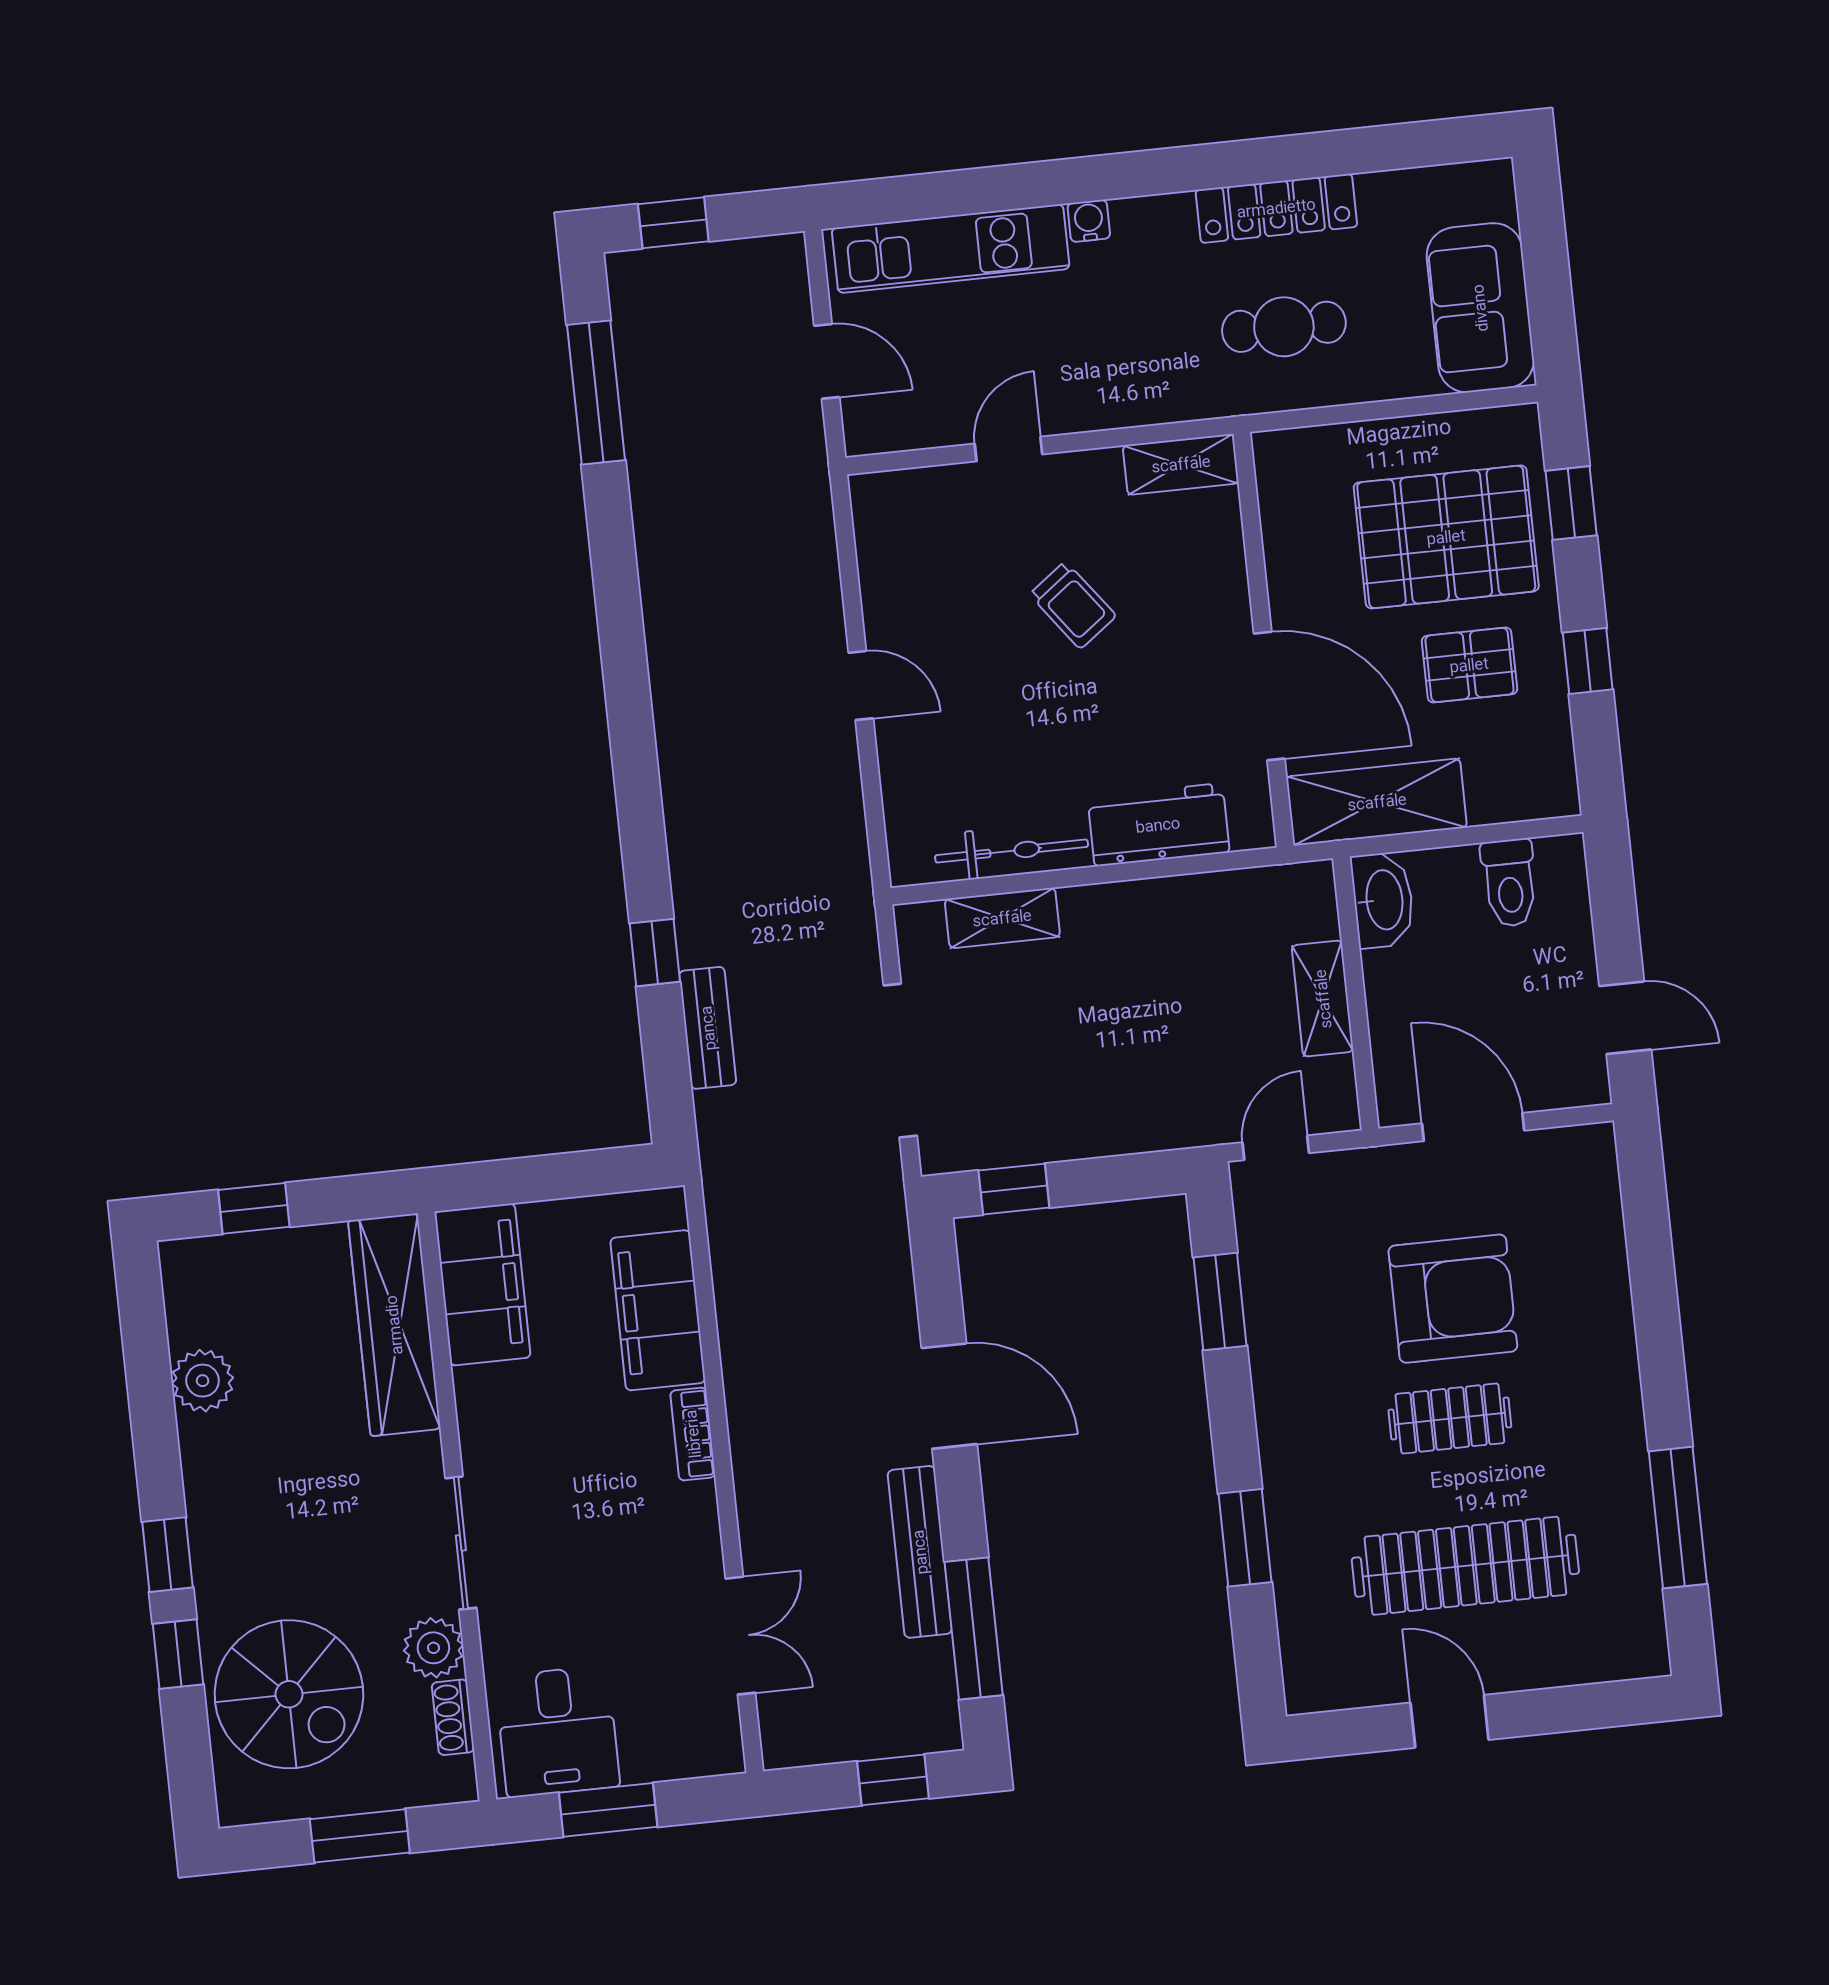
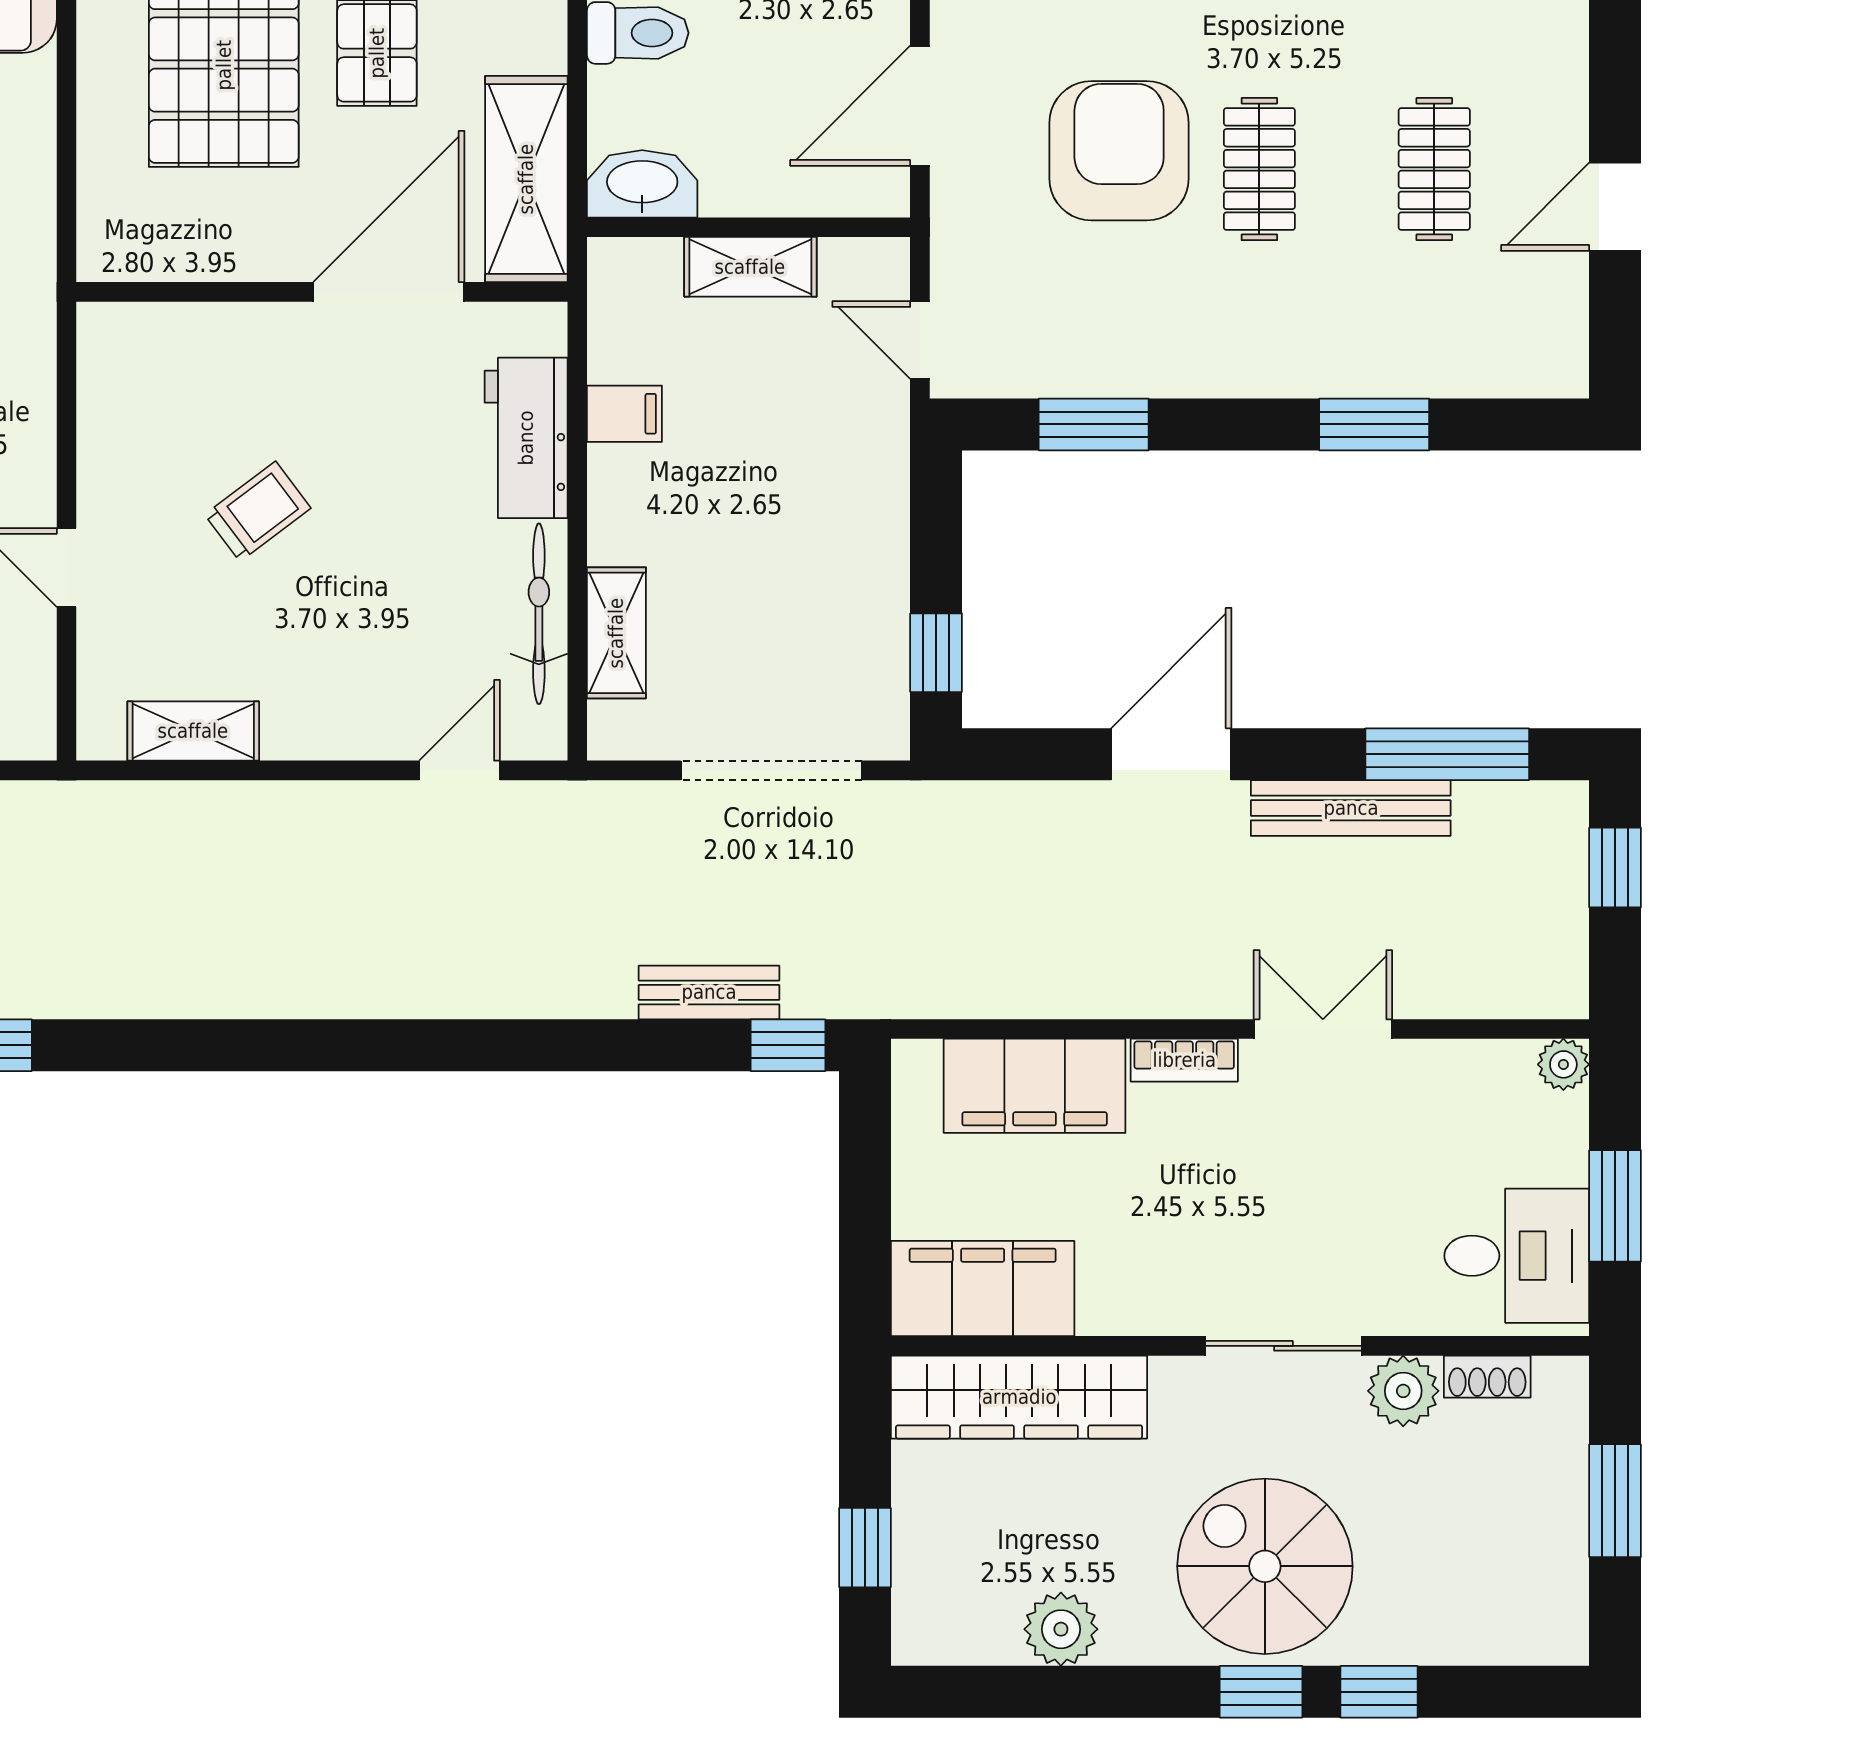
shelving: (1181, 464) -> (193, 731), moved, turned 90
door: (861, 685) -> (460, 770), moved
filing cabinet: (1188, 905) -> (624, 414), added
window: (655, 953) -> (788, 1045), moved
clothes rail: (1465, 1566) -> (1434, 169), width x0.54, depth x0.76
double door: (740, 1636) -> (1323, 1029), moved
spiral stairs: (289, 1694) -> (1265, 1566), moved, turned -90
plant: (723, 1754) -> (1563, 1064), added

